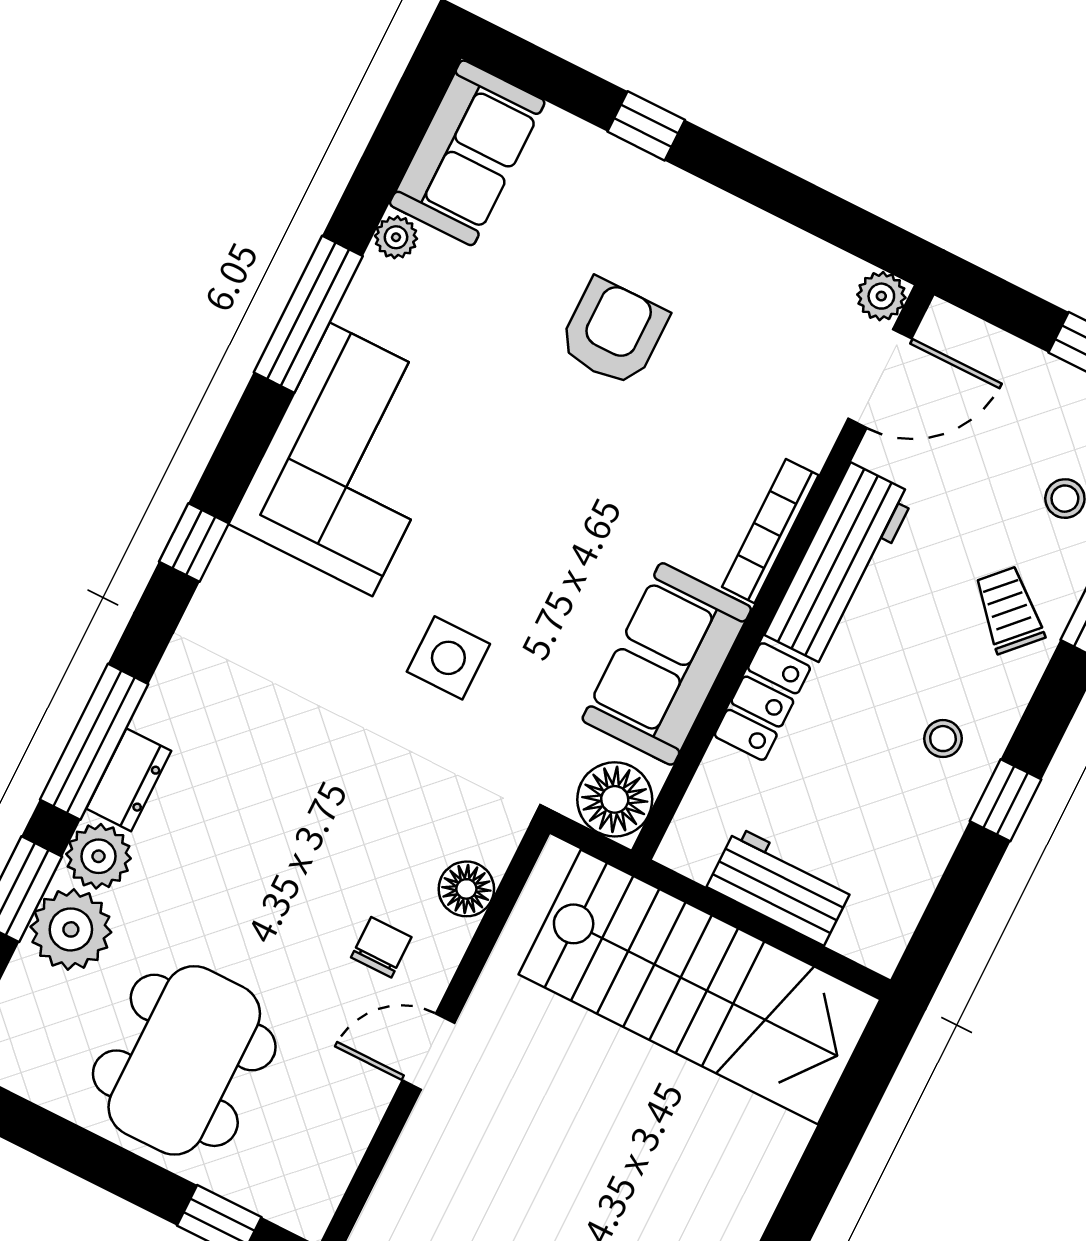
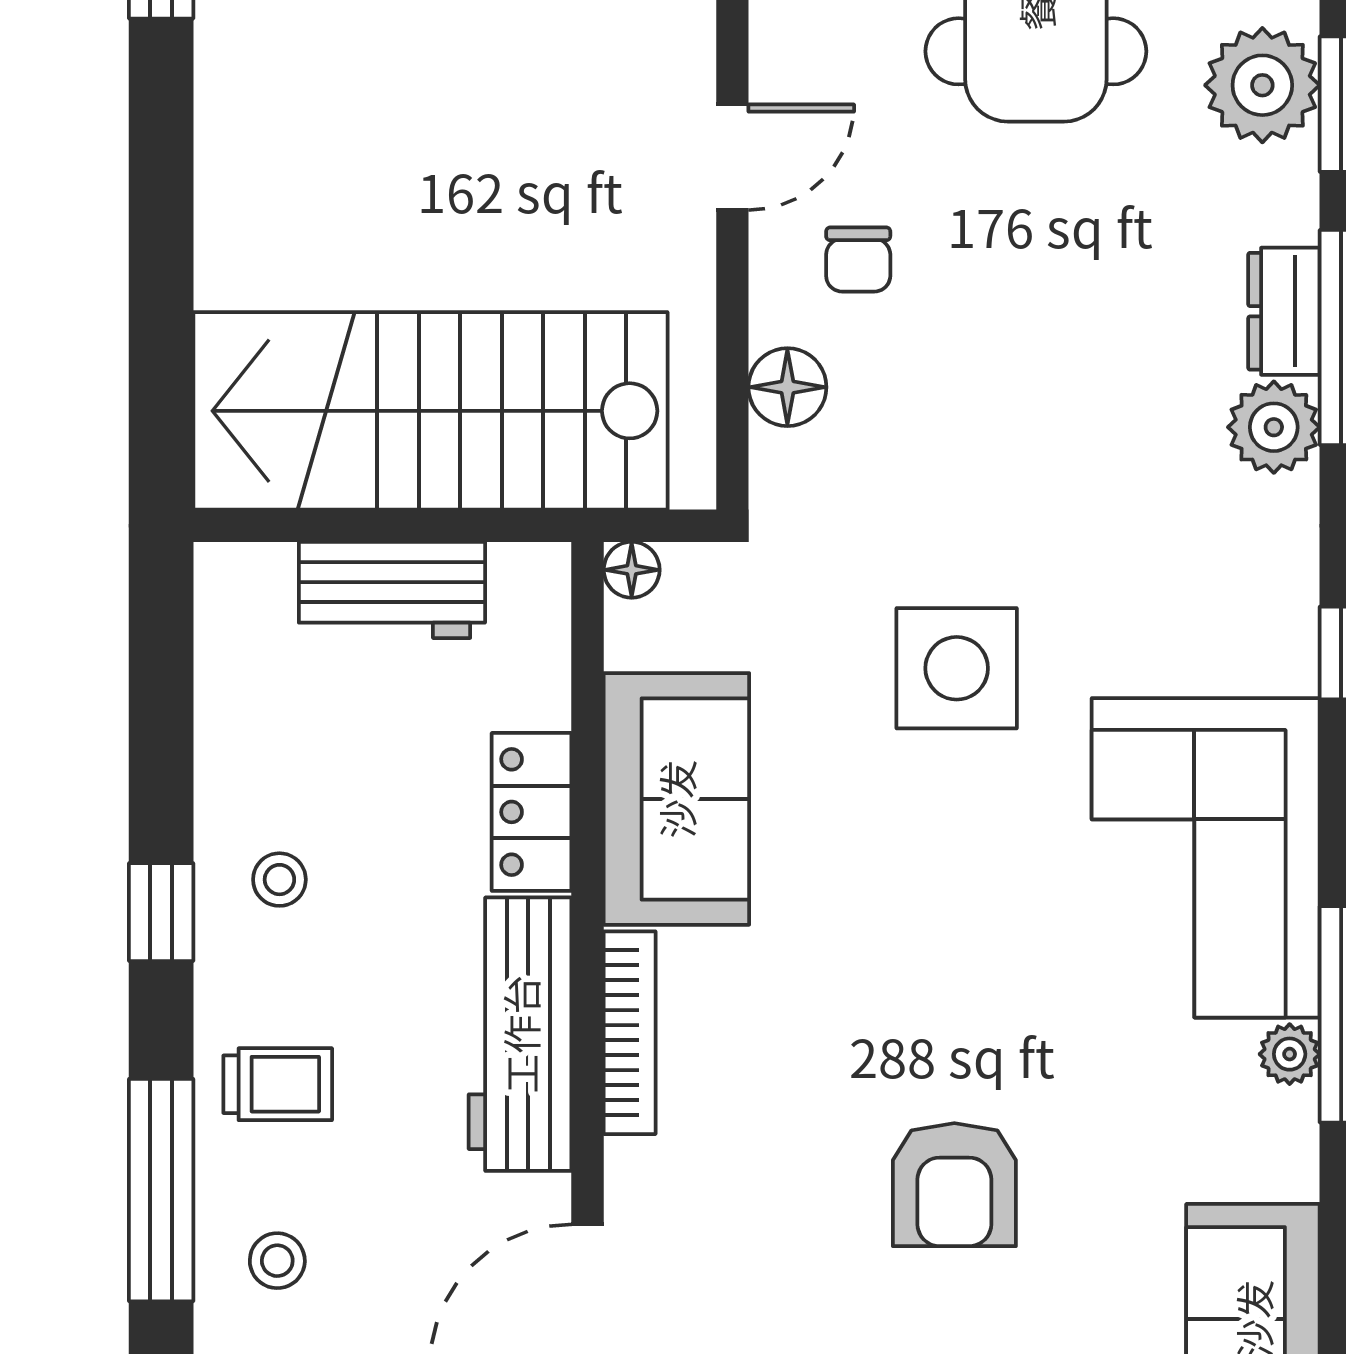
plant: (396, 237) -> (1290, 1054), moved
trolley: (1009, 610) -> (278, 1084), turned -44
side table: (448, 658) -> (957, 668), width x1.37, depth x1.37
floor lamp: (615, 799) -> (632, 570), width x0.53, depth x0.53
window: (1006, 800) -> (161, 912), moved
plant: (98, 856) -> (1274, 427), moved

